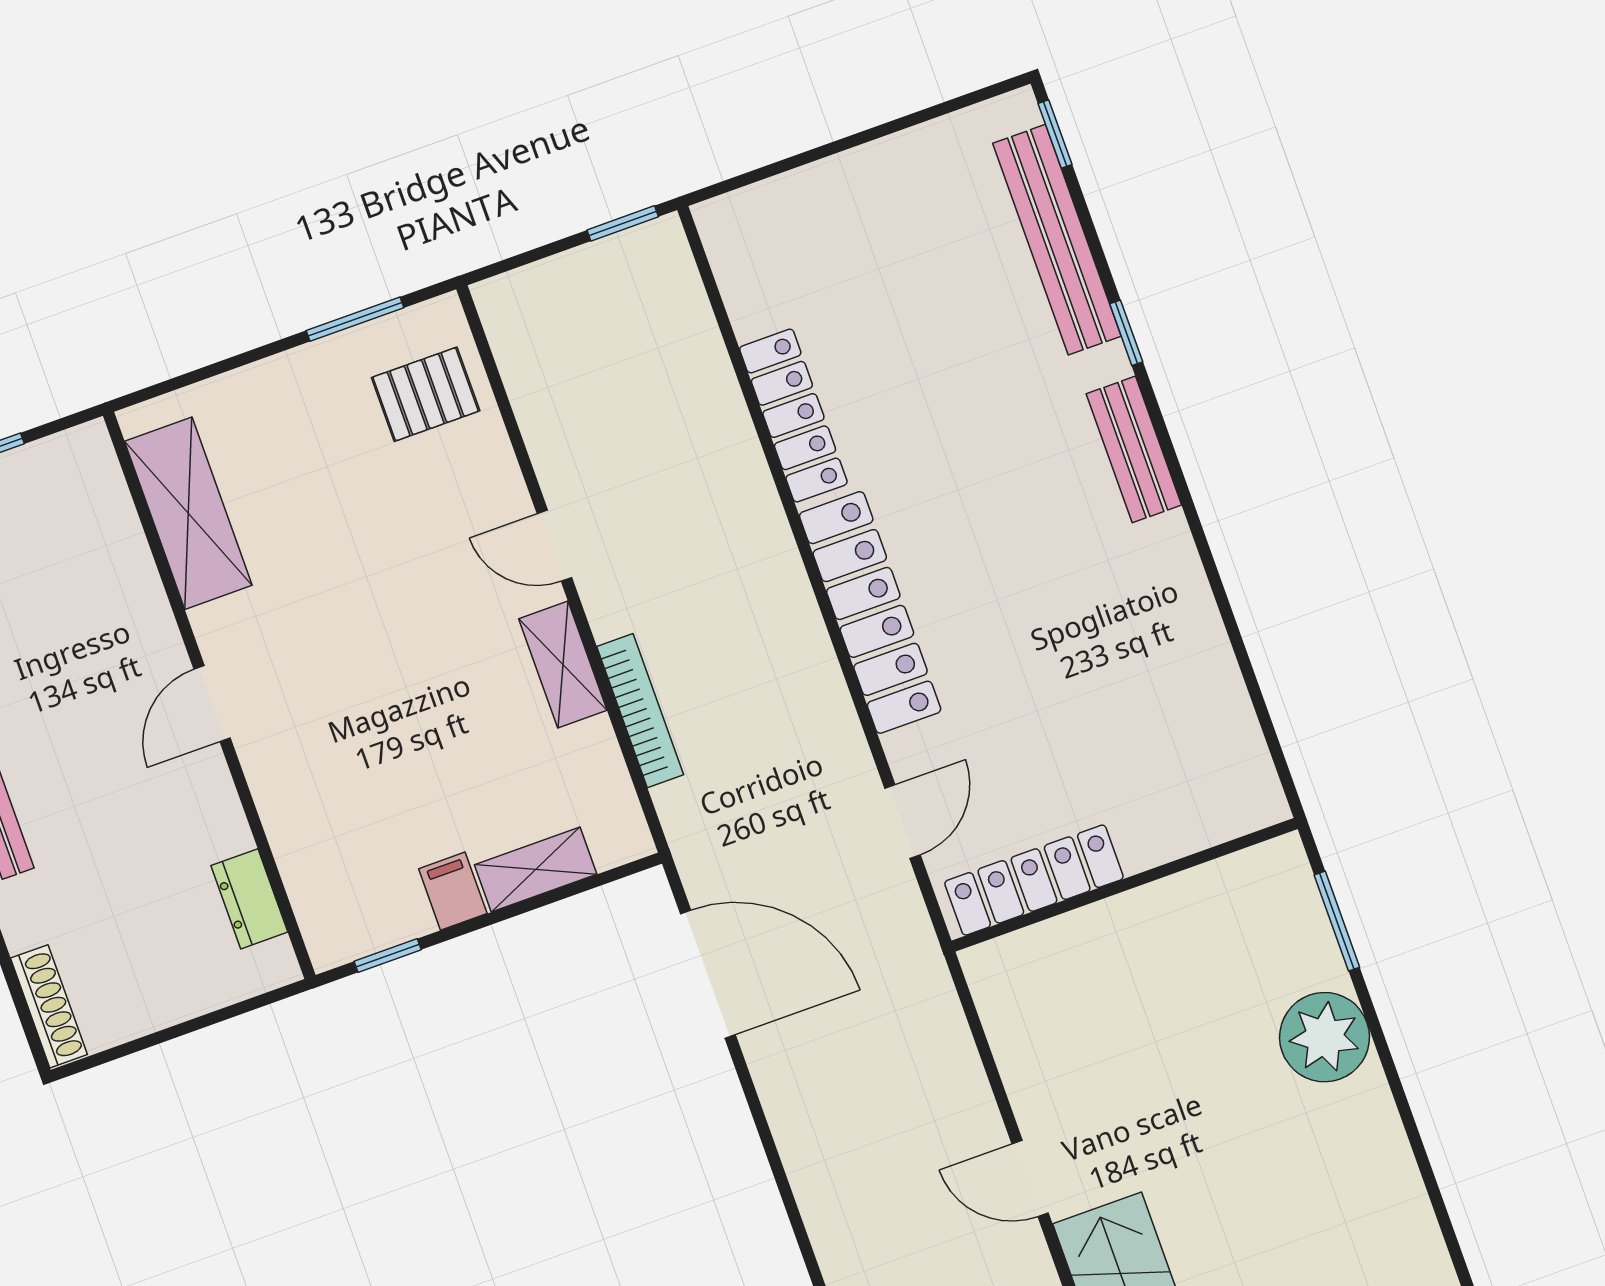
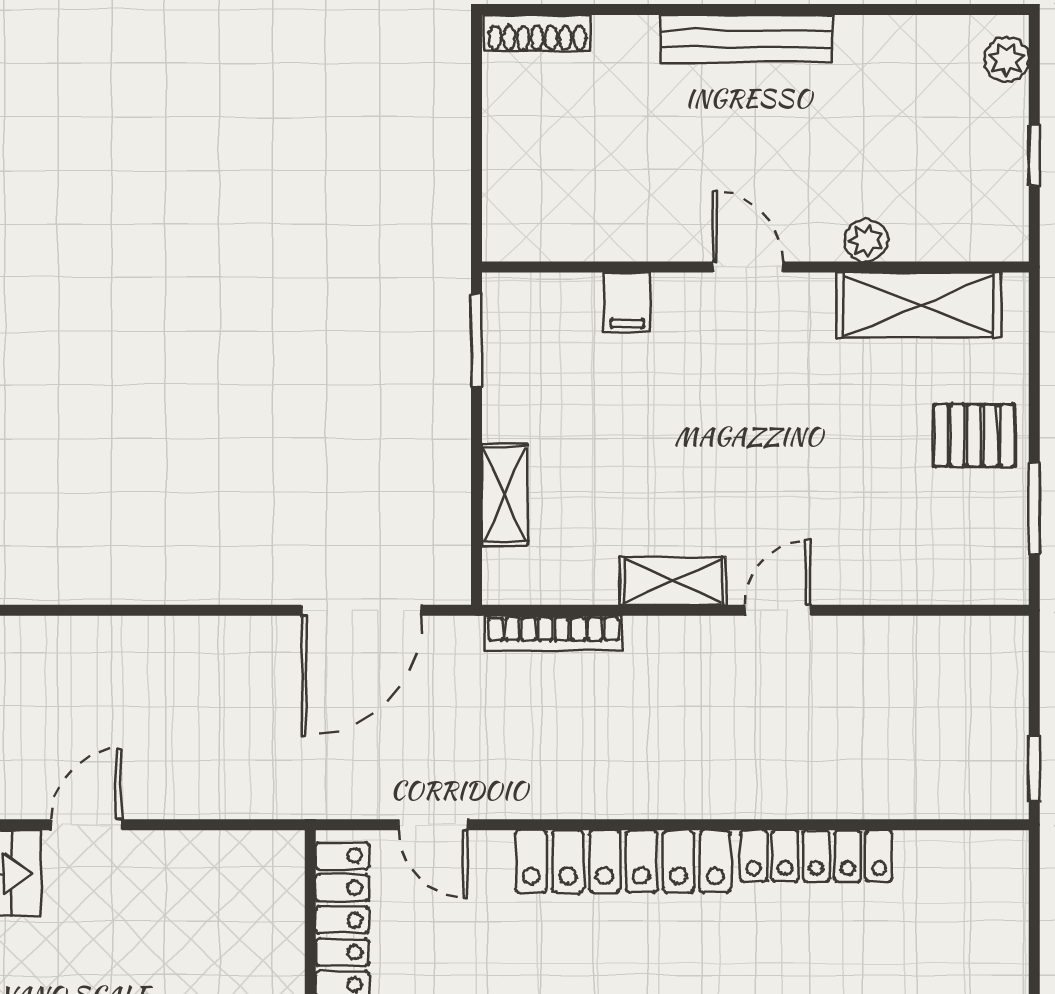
pallet: (426, 394) -> (974, 435), moved, turned 90
plant: (141, 591) -> (866, 240), added
bookcase: (640, 711) -> (554, 633), moved
filing cabinet: (453, 891) -> (627, 302), moved, turned 90
dresser: (249, 899) -> (568, 239), removed
window: (388, 956) -> (476, 340), width x1.50

